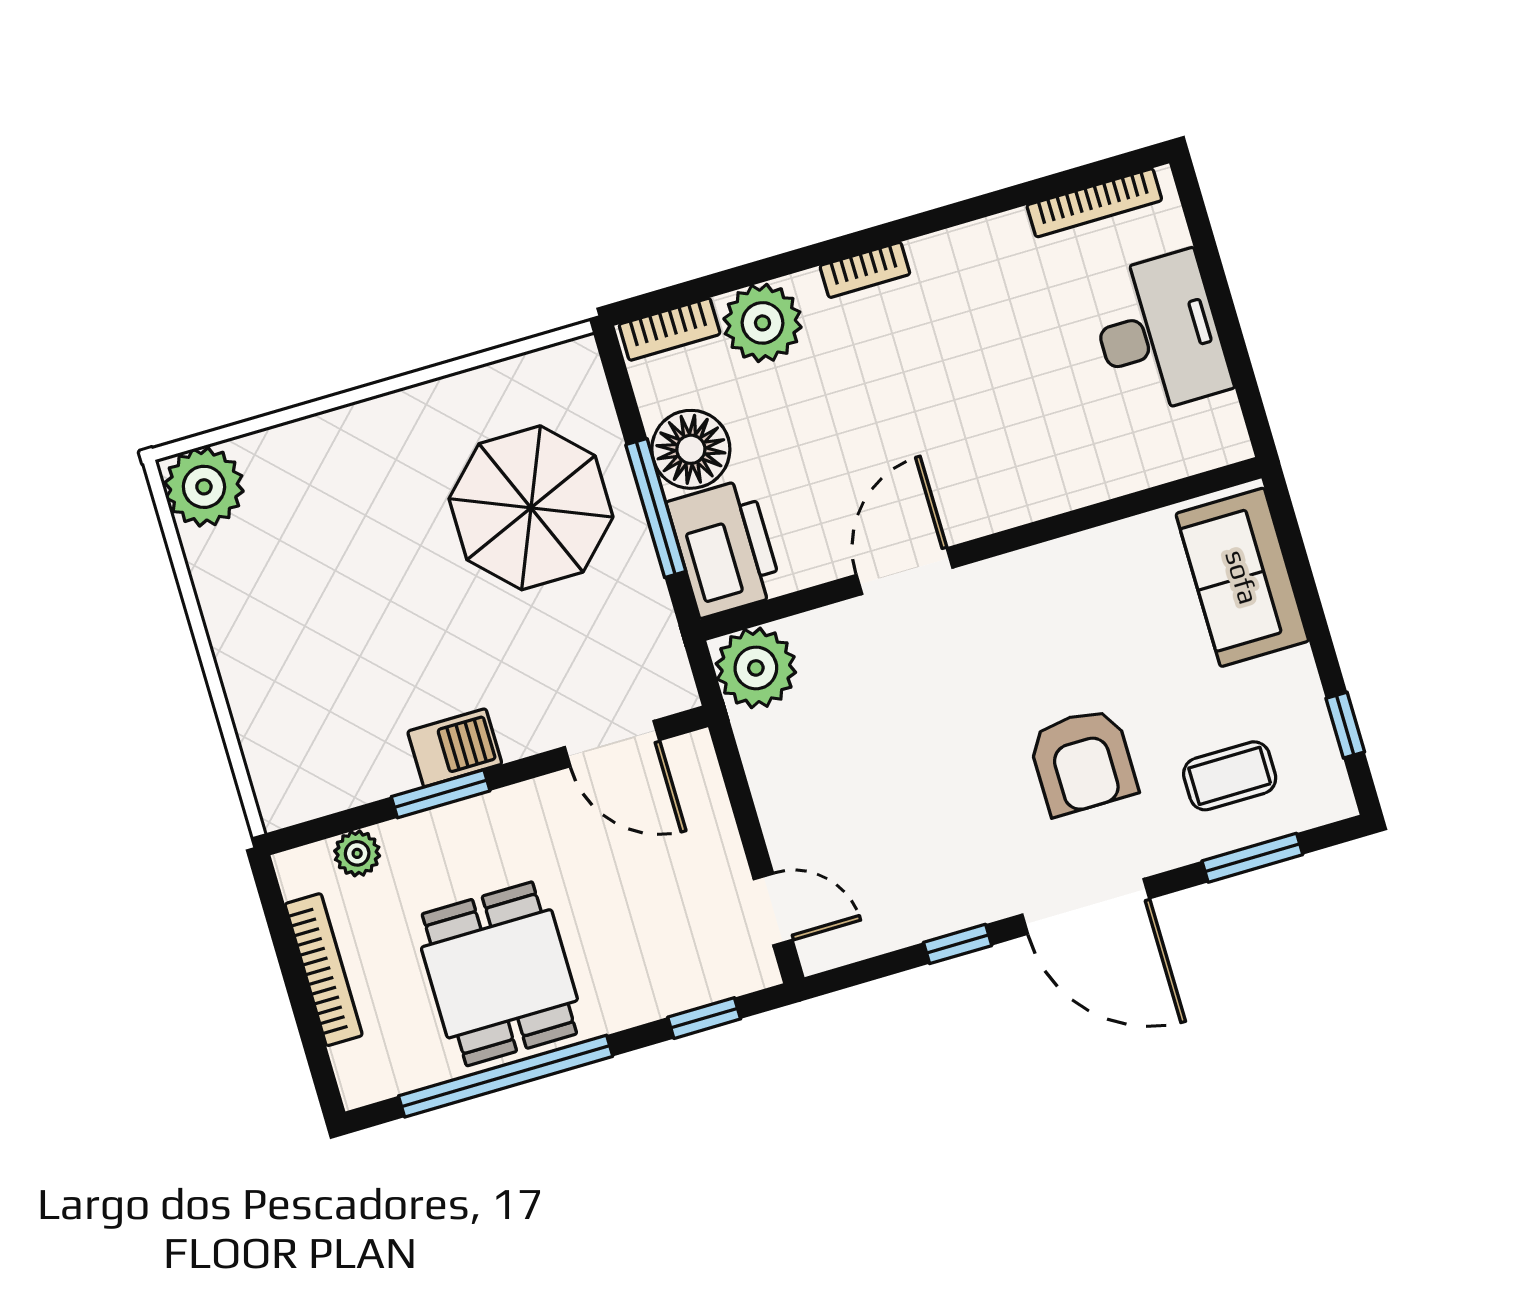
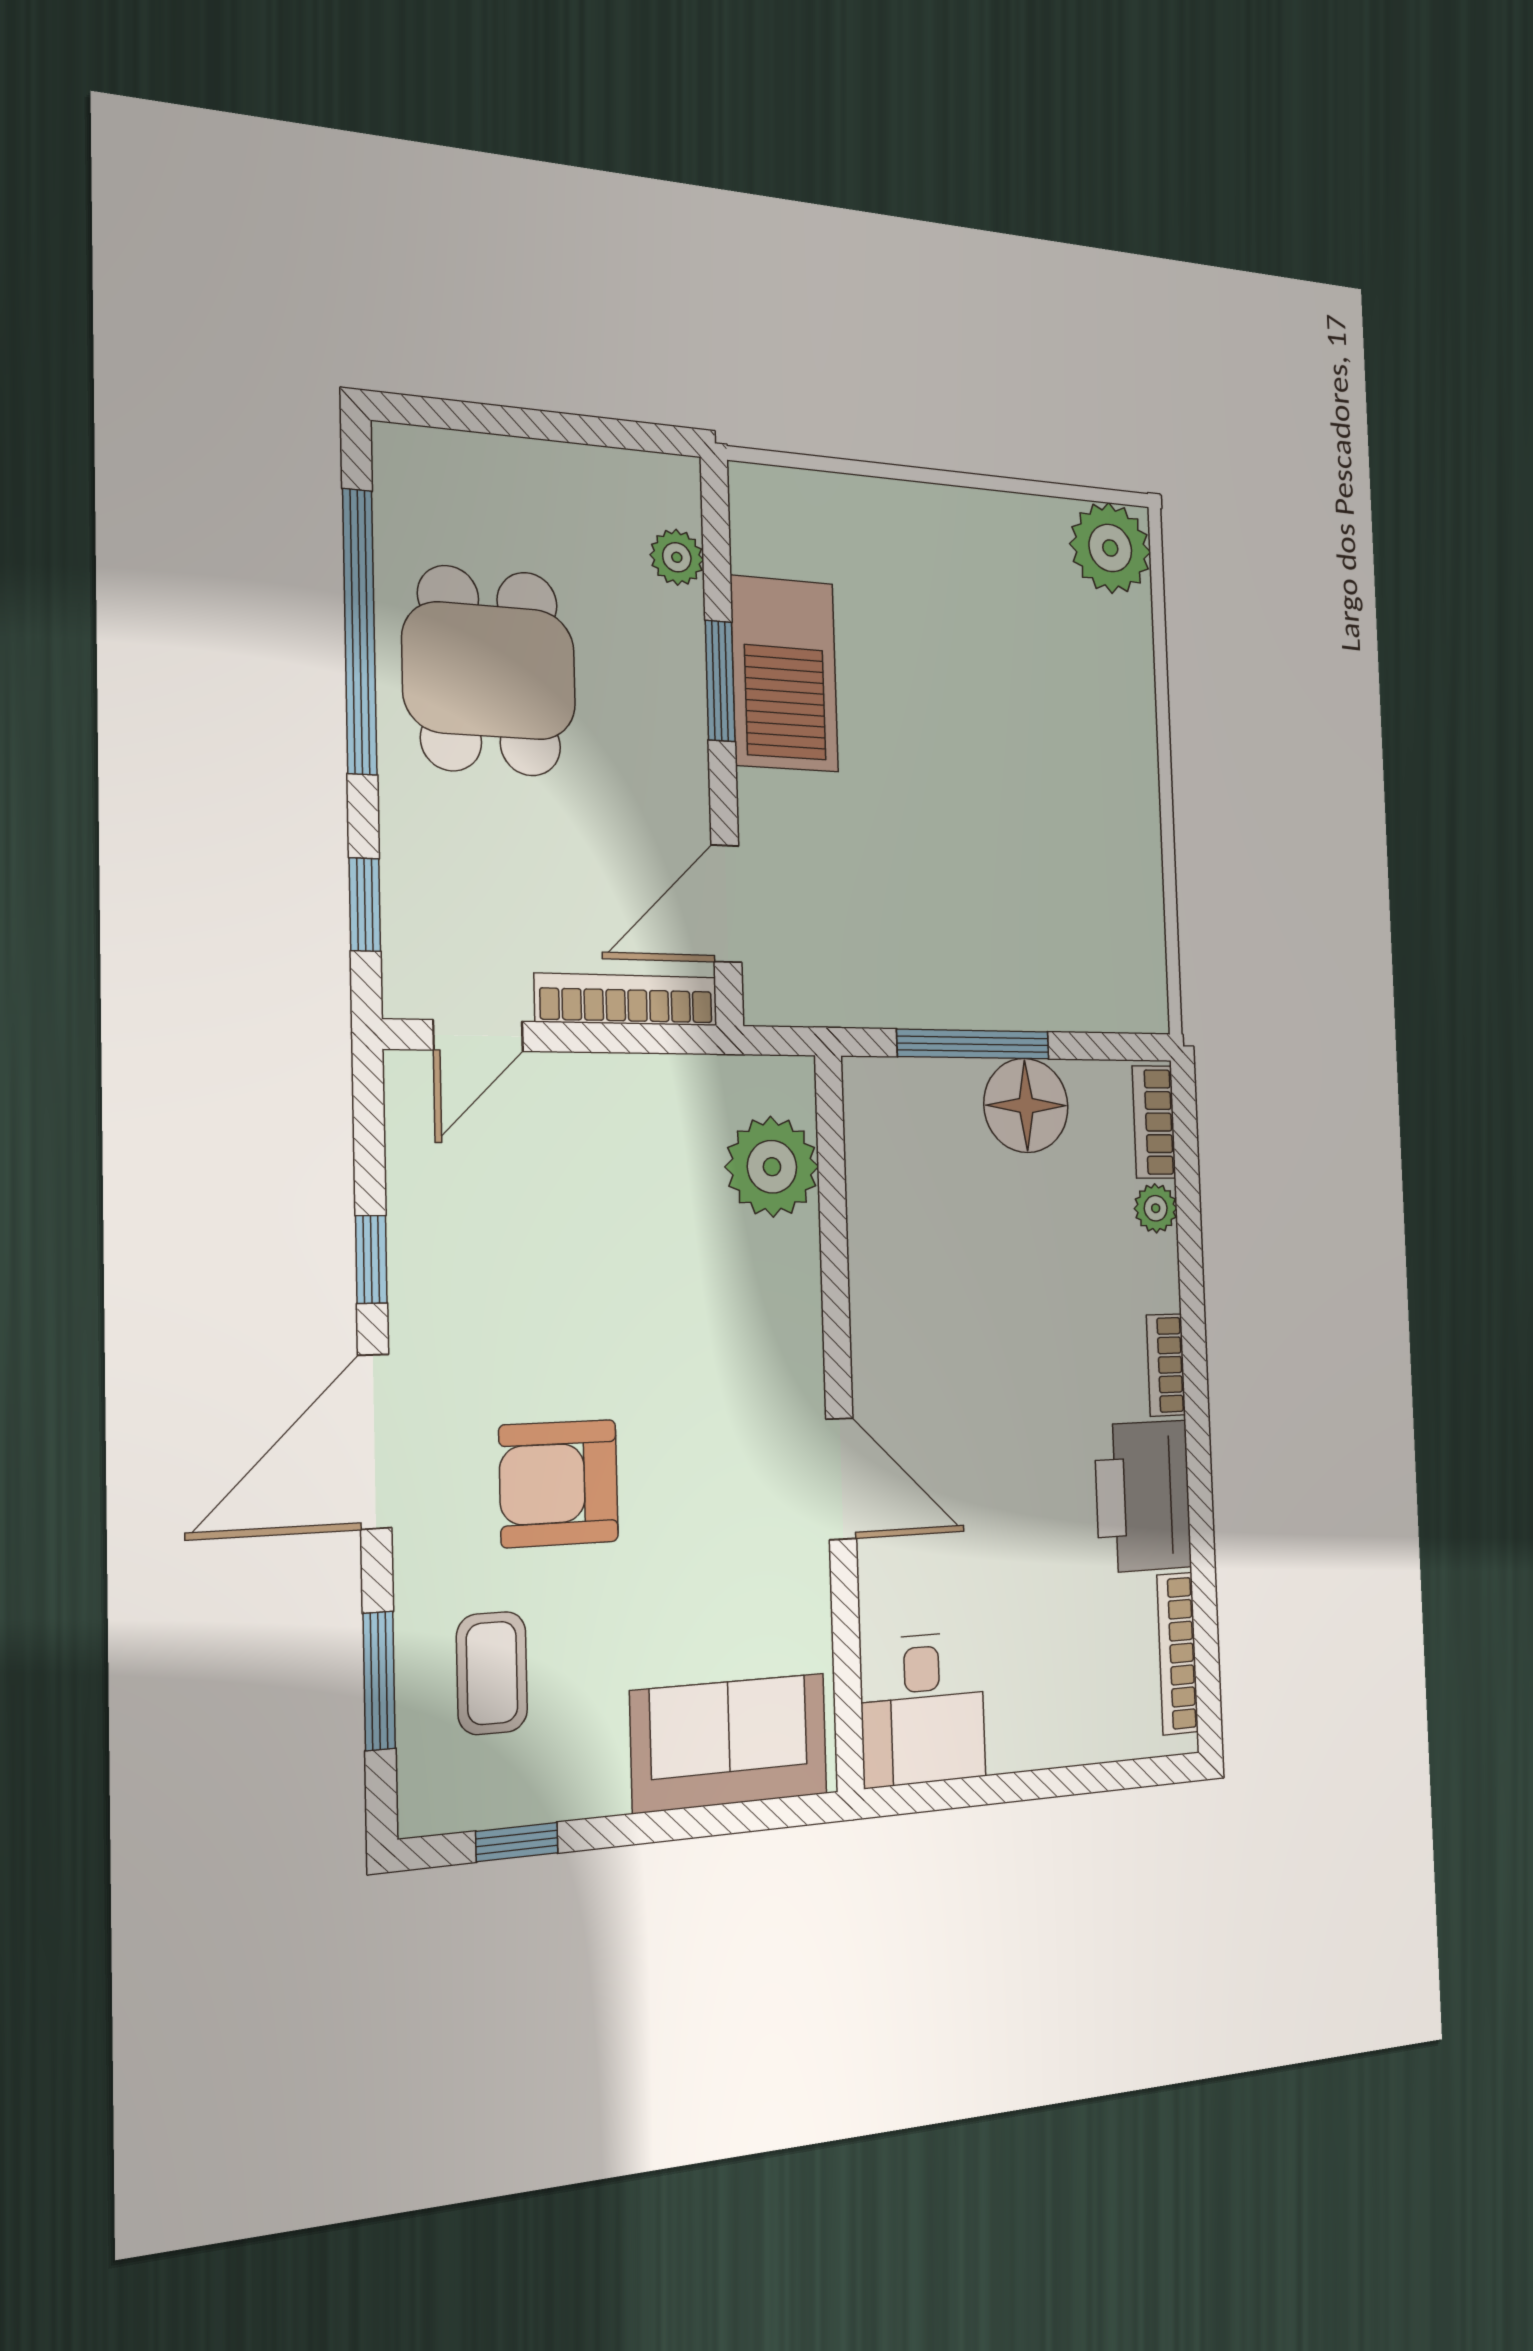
plant: (763, 323) -> (1156, 1208), width x0.53, depth x0.53
desk: (1159, 334) -> (923, 1709), moved, width x0.73
parasol: (531, 508) -> (1007, 901), removed
printer: (725, 548) -> (1143, 1496), moved, turned 90
door: (904, 571) -> (841, 1479), moved
plant: (756, 668) -> (772, 1167), moved
barbecue: (455, 748) -> (784, 674), width x1.88, depth x1.53
bookcase: (324, 970) -> (627, 1000), moved, turned 180
dining table: (499, 974) -> (489, 671), turned 90

